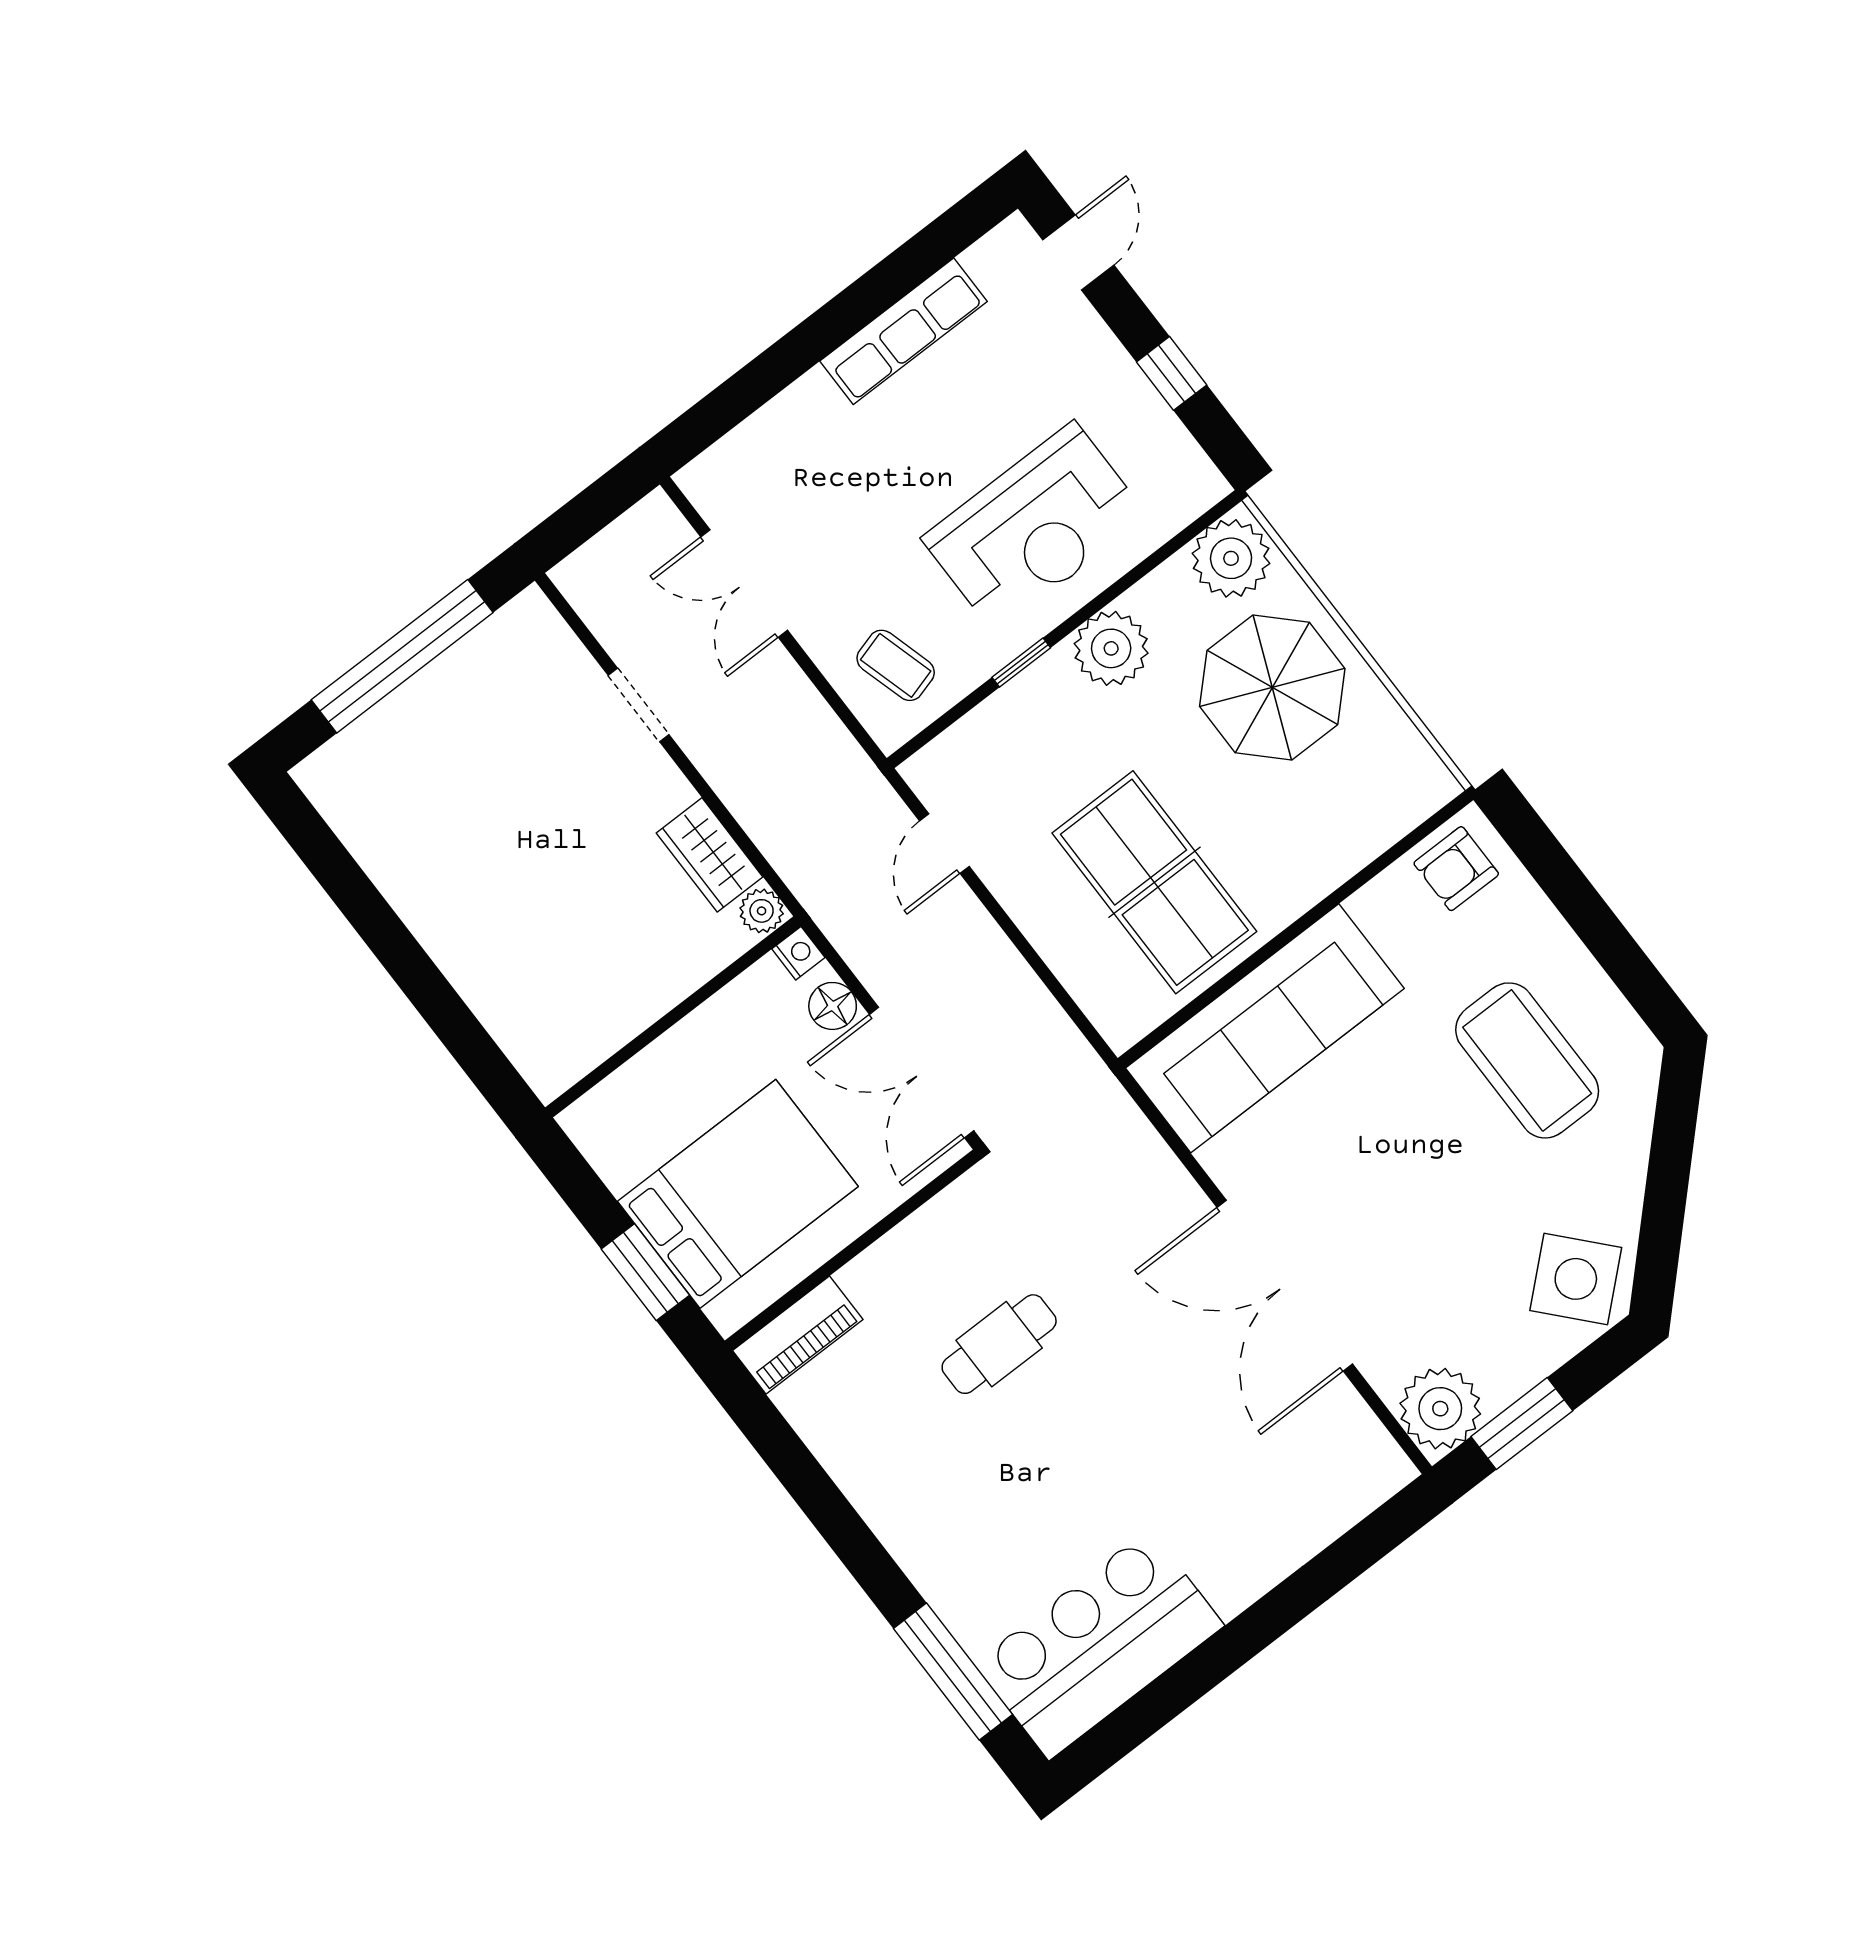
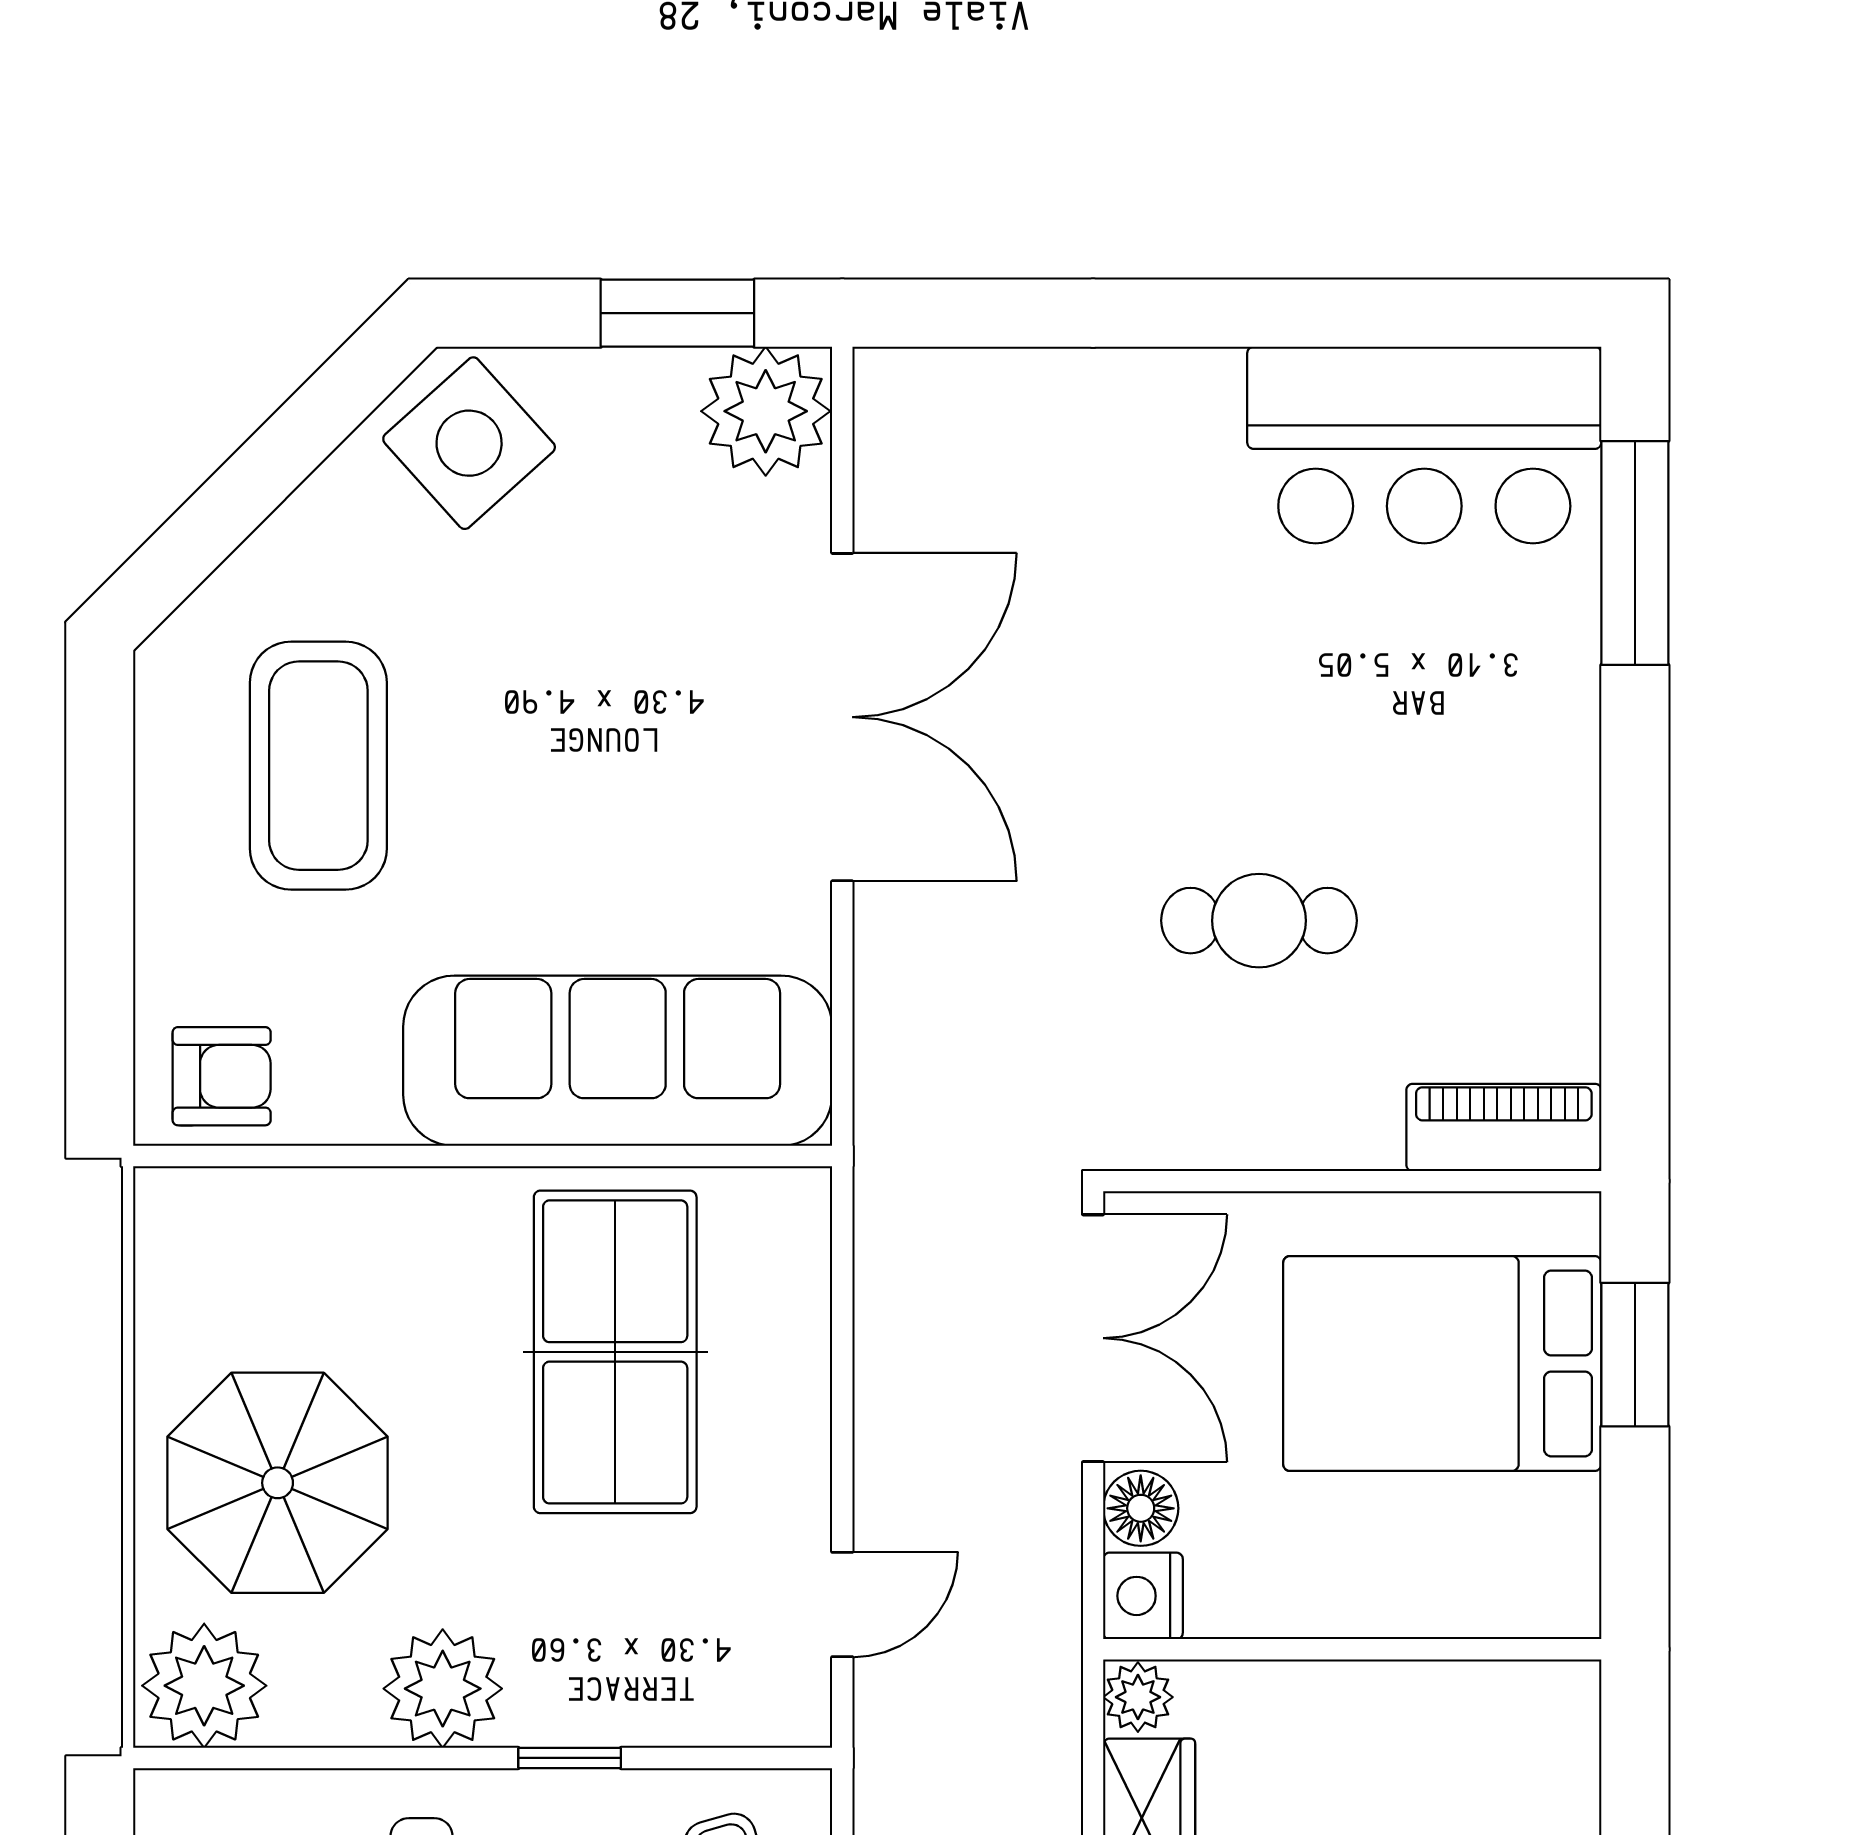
nightstand: (798, 953) -> (1143, 1596), width x1.39, depth x1.35

